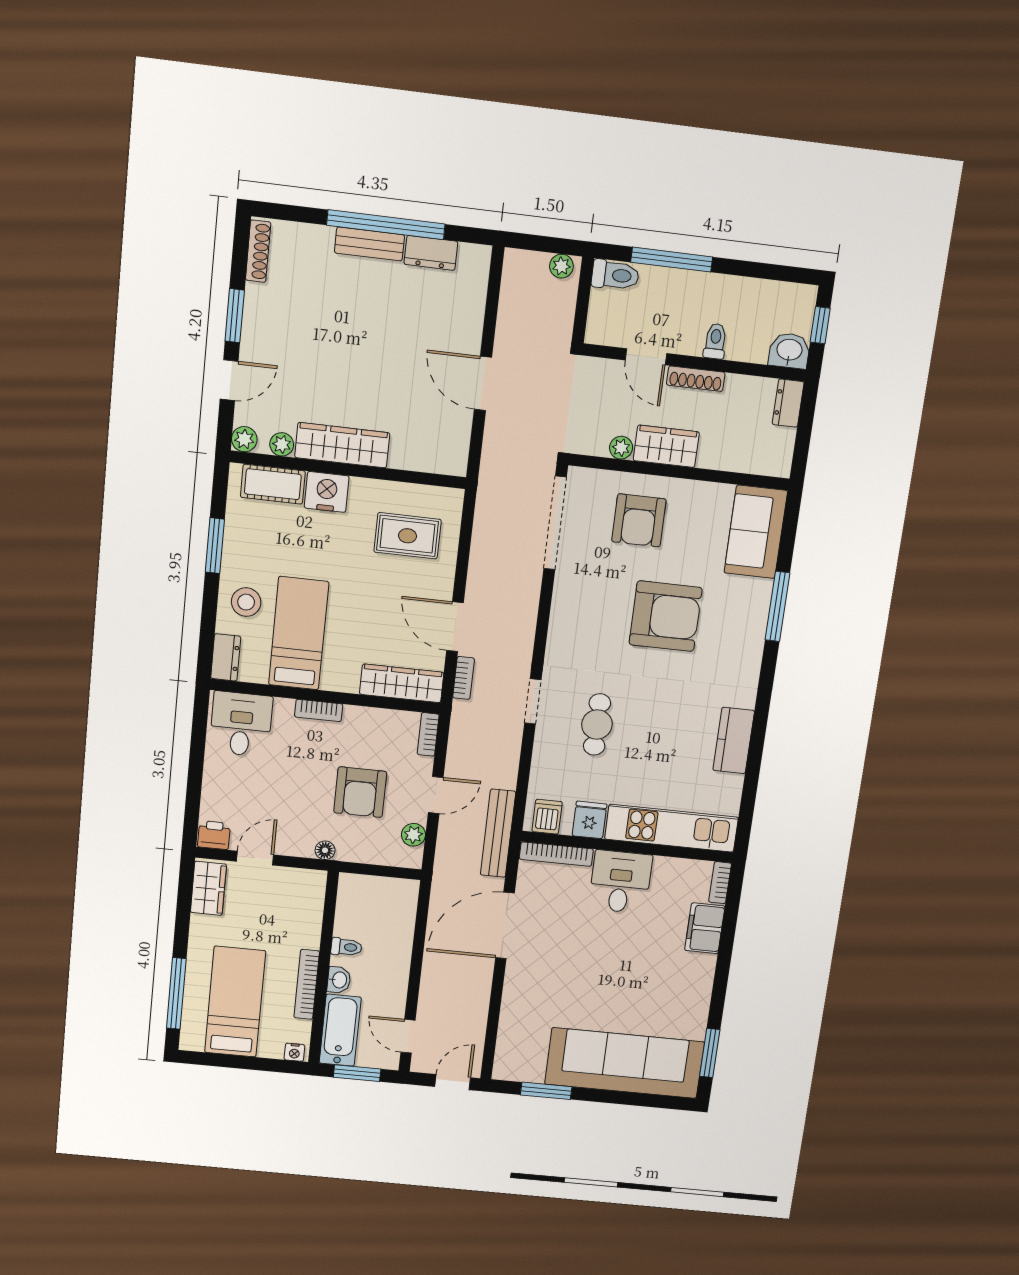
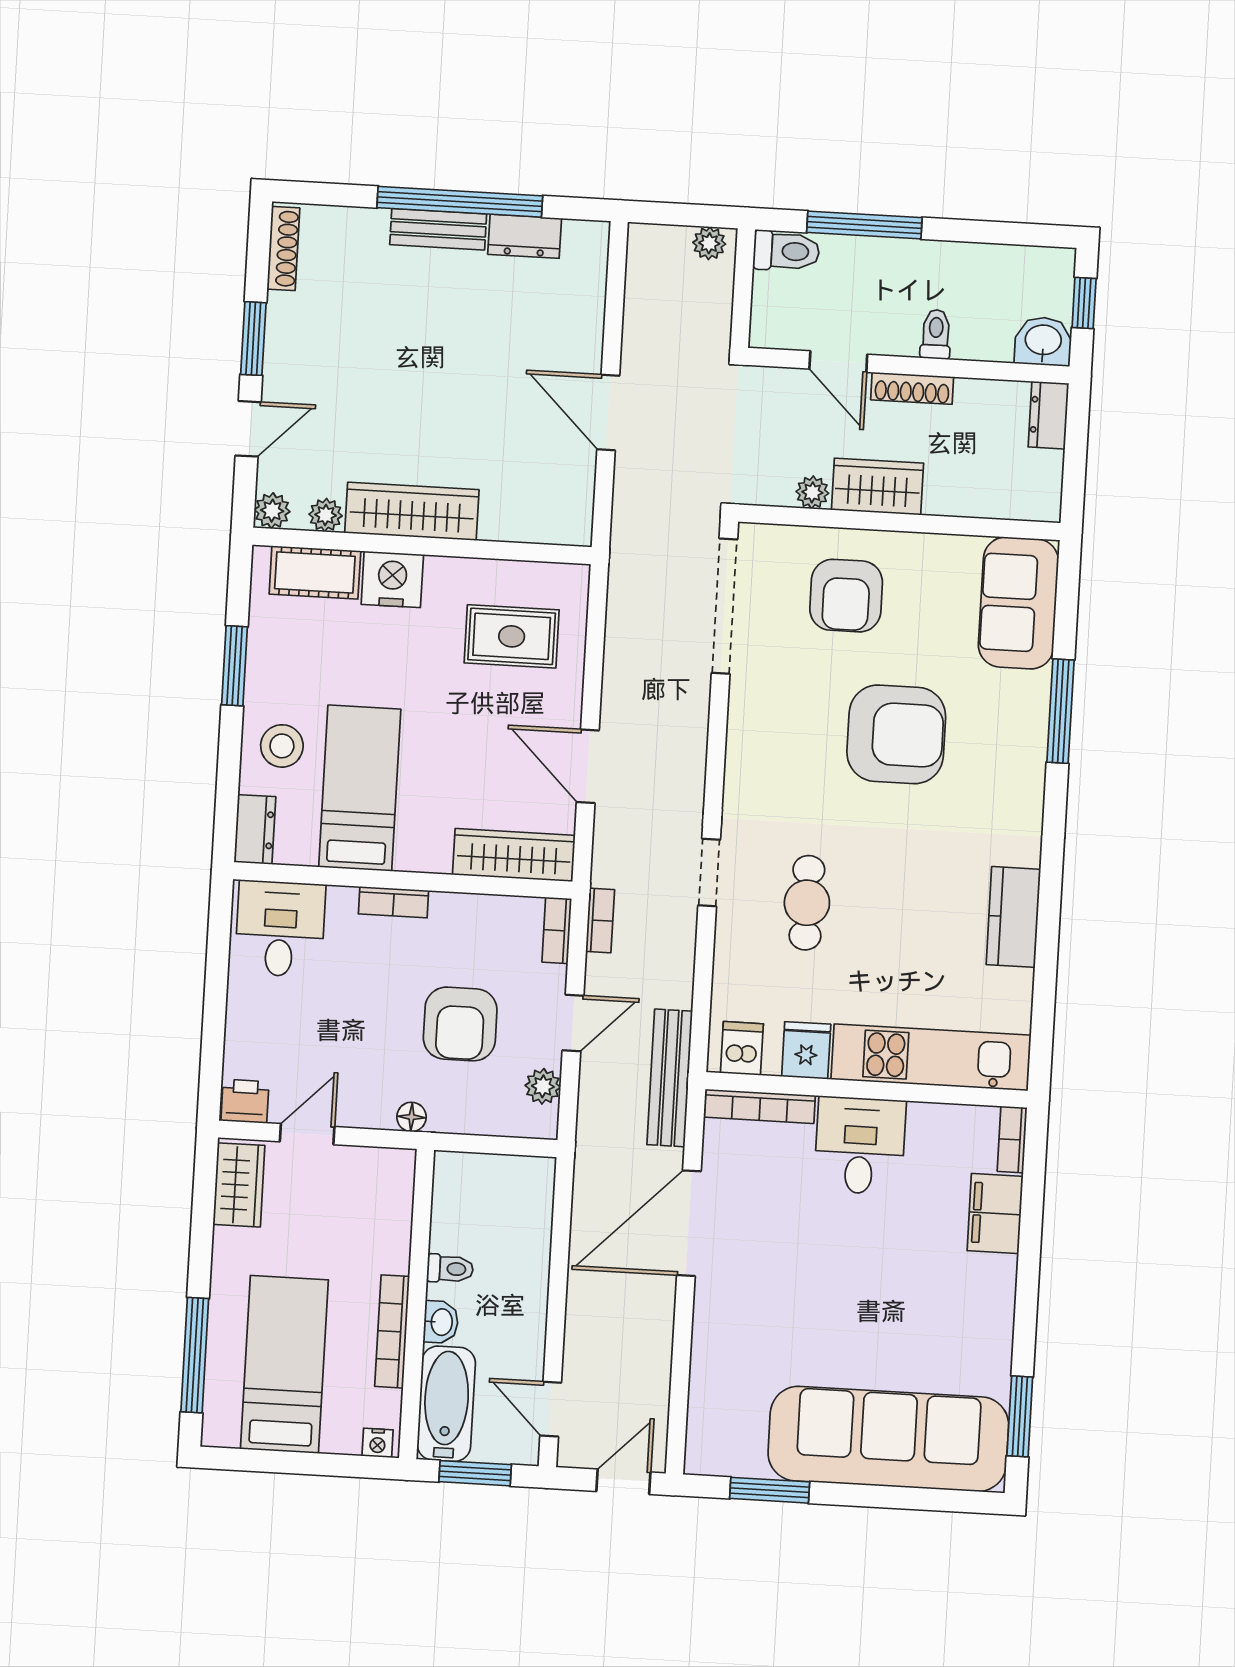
bookcase: (464, 678) -> (600, 920), moved

